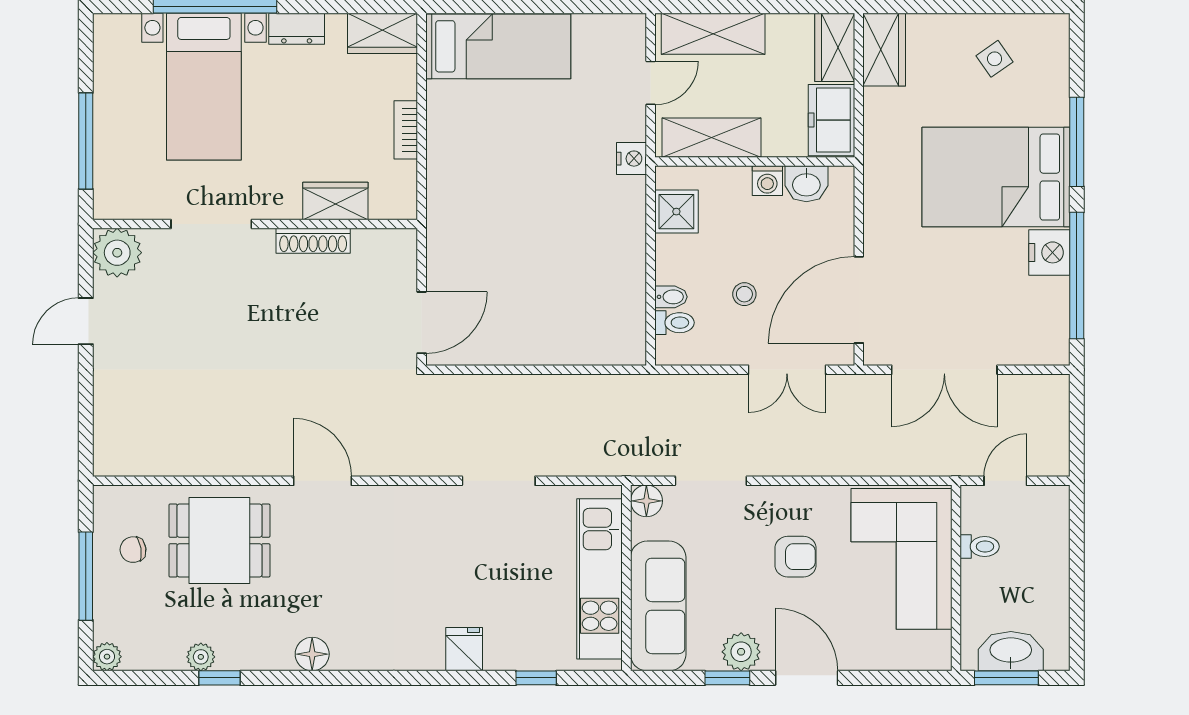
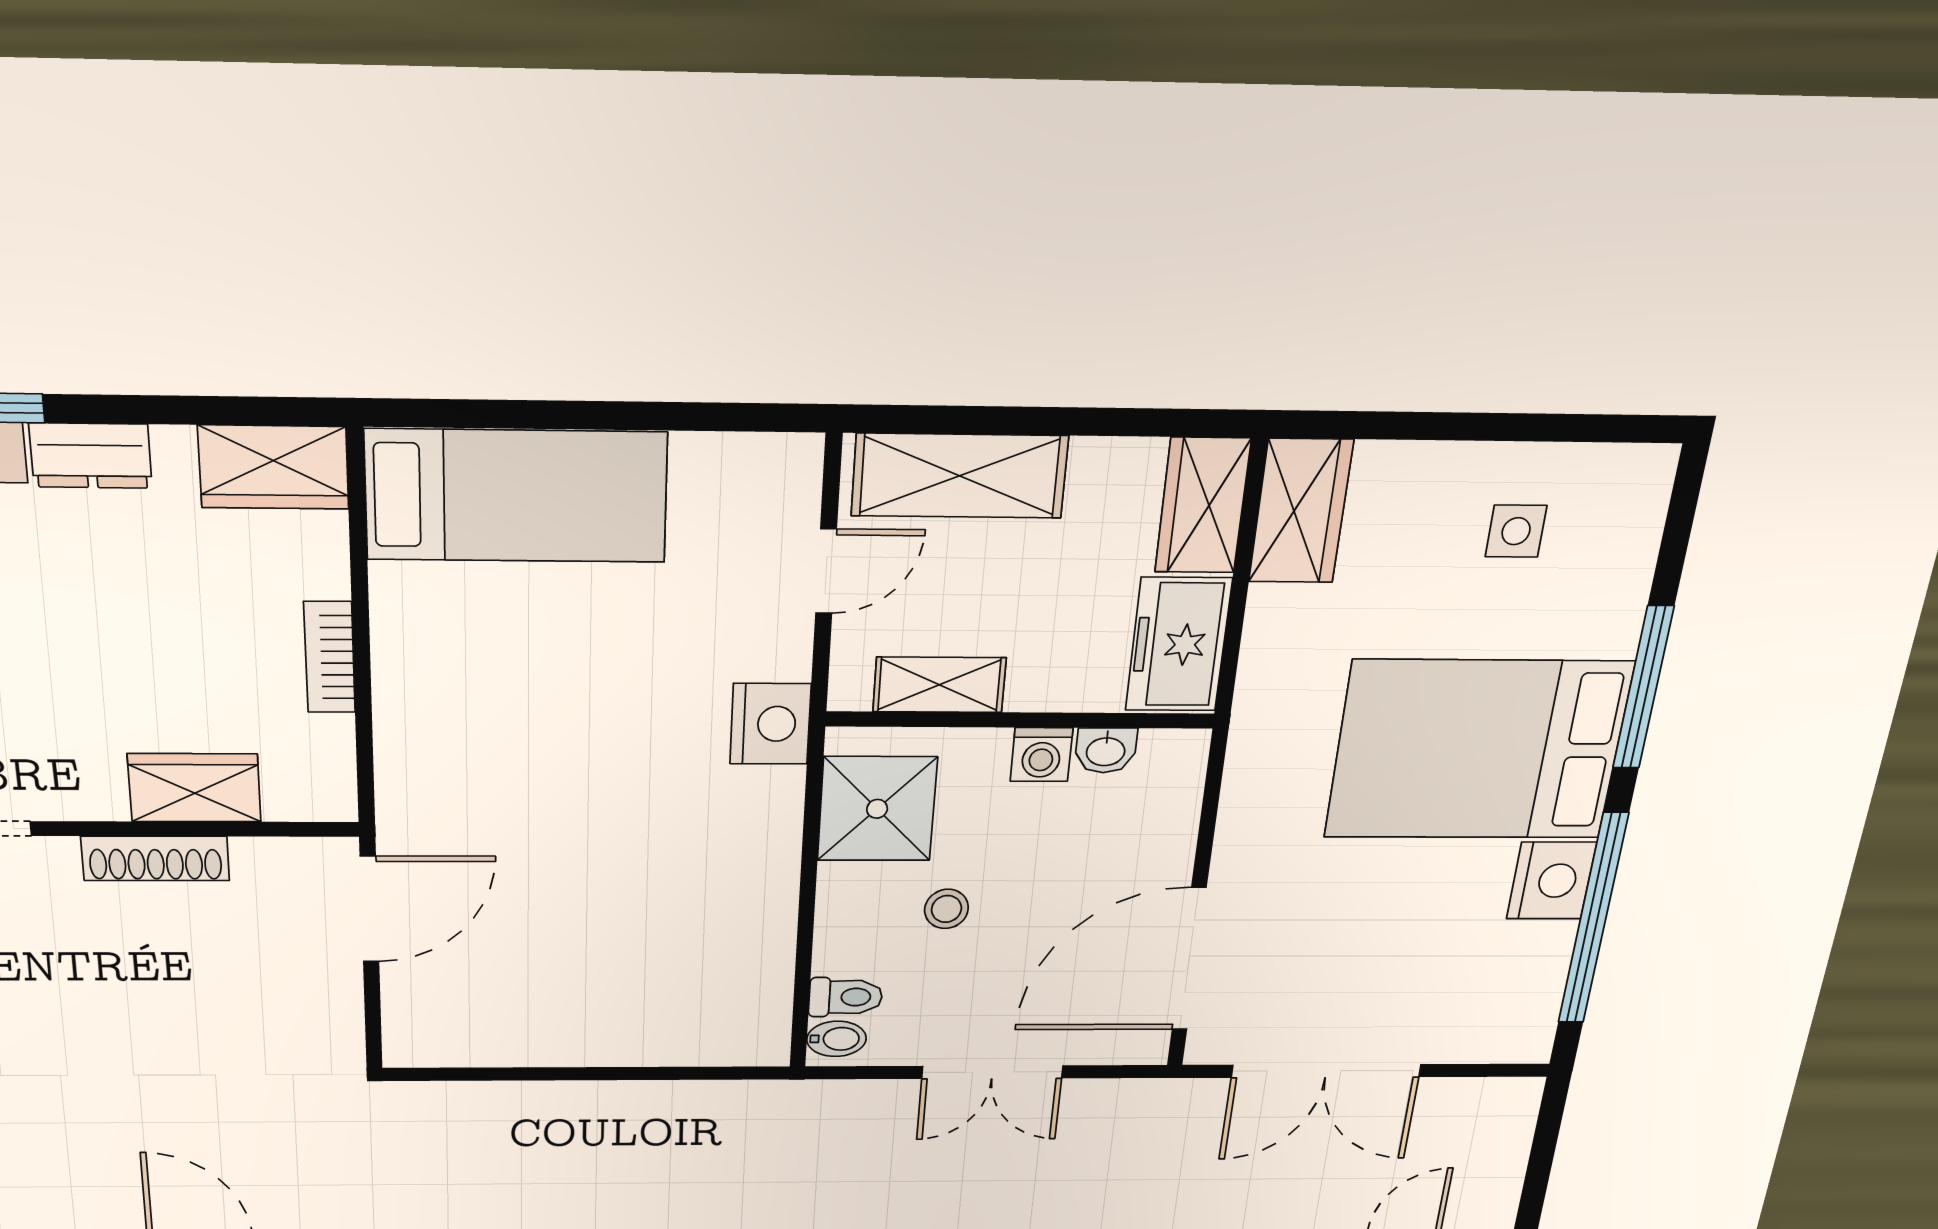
side table: (995, 59) -> (1516, 531), turned 35
shelving: (712, 138) -> (939, 685), width x0.67, depth x0.75
nightstand: (632, 159) -> (770, 724), width x1.36, depth x1.33
washbasin: (806, 184) -> (1106, 750), width x0.72, depth x0.69
shower: (676, 212) -> (877, 809), width x1.36, depth x1.36
stool: (744, 294) -> (946, 909), moved
bidet: (671, 297) -> (836, 1039), moved
door: (422, 323) -> (369, 909), moved
double door: (787, 370) -> (992, 1072), moved

